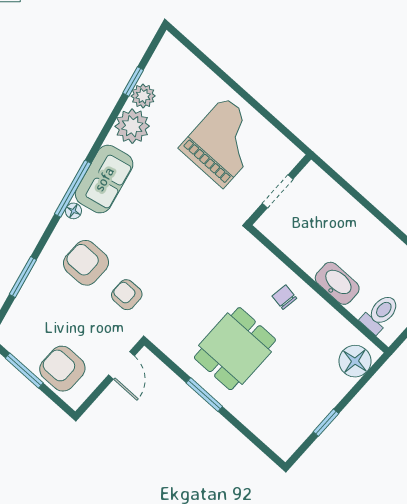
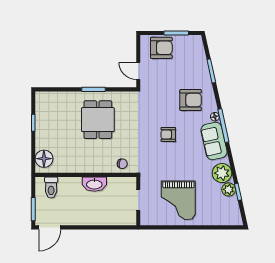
washbasin: (337, 283) -> (94, 184), moved
armchair: (127, 295) -> (168, 134), moved, turned 180
chair: (284, 297) -> (122, 164), moved

